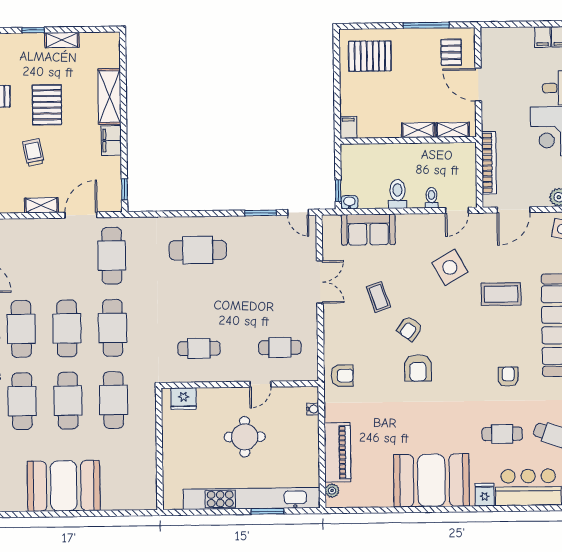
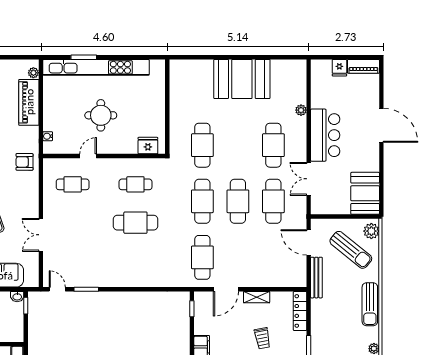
cafe table: (198, 250) -> (135, 223), moved
cafe table: (68, 401) -> (238, 145), removed

